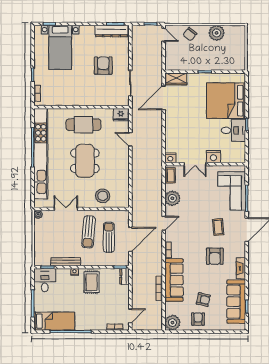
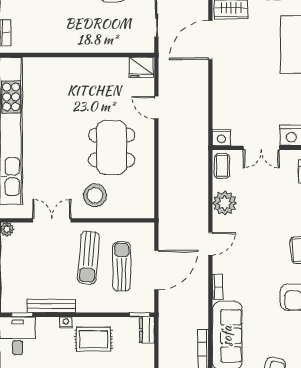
cafe table: (84, 125) -> (81, 84), removed
dining table: (85, 161) -> (112, 147), moved
stool: (103, 196) -> (95, 195), moved
rug: (92, 282) -> (94, 339), turned 90

